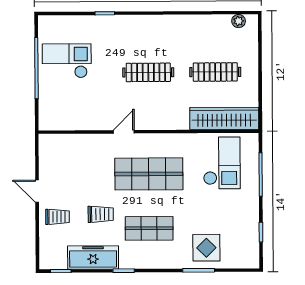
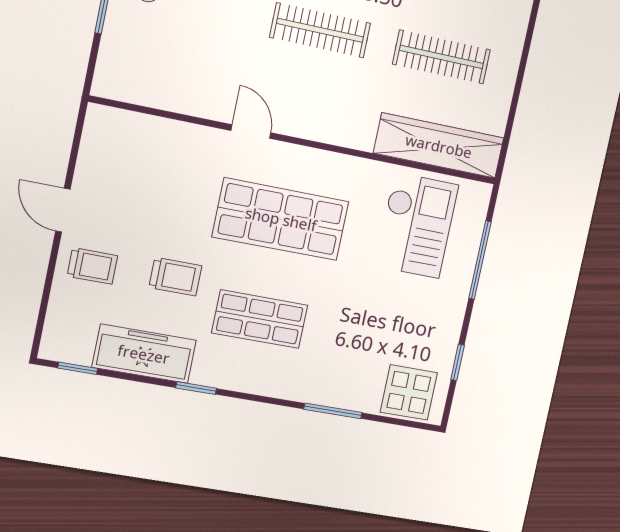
door: (124, 132) -> (251, 132), hinge flipped
display table: (206, 248) -> (409, 392), moved

